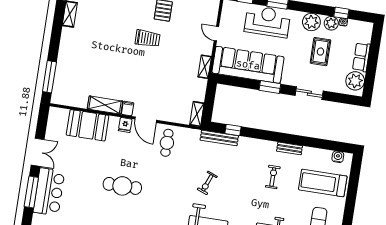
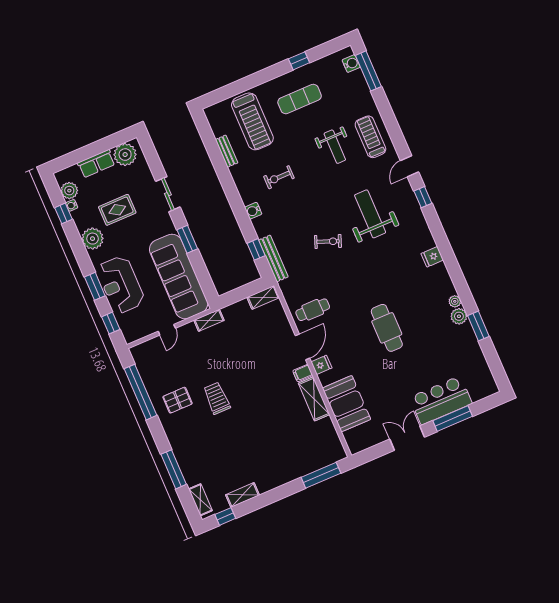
plant: (331, 23) -> (69, 191), moved
bench: (290, 148) -> (227, 151), moved
water cooler: (338, 157) -> (253, 211), moved

